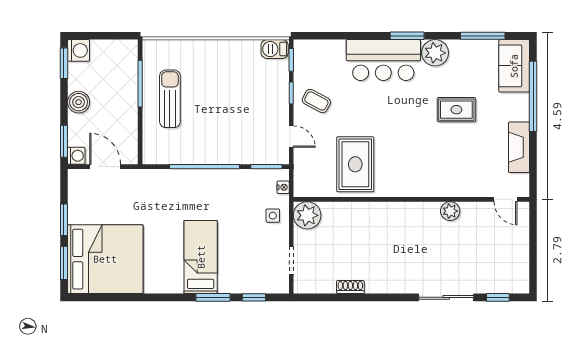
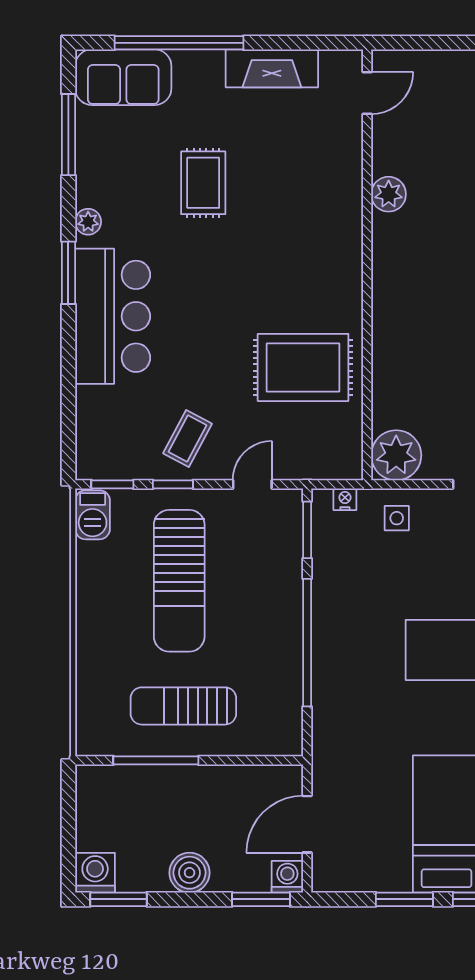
plant: (435, 53) -> (88, 222), width x0.53, depth x0.53
sun lounger: (238, 96) -> (179, 581), added

